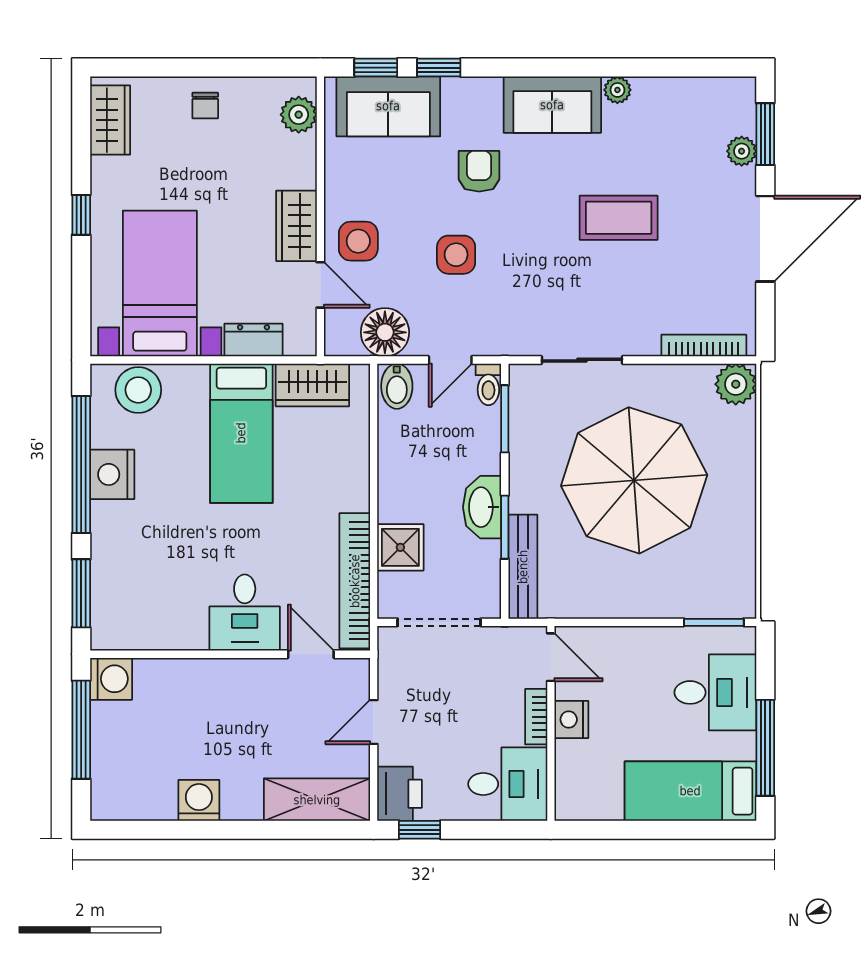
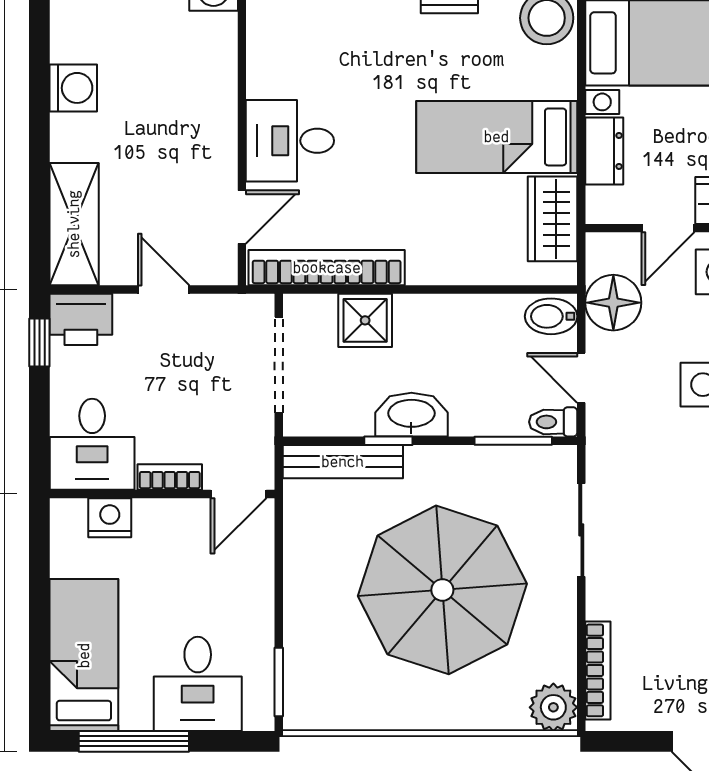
window: (505, 527) -> (388, 441), width x0.67
nightstand: (571, 720) -> (110, 518), moved

